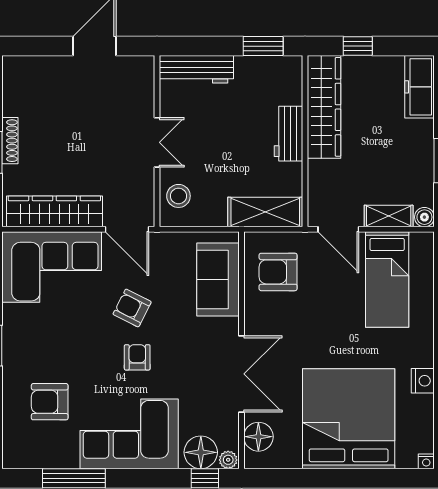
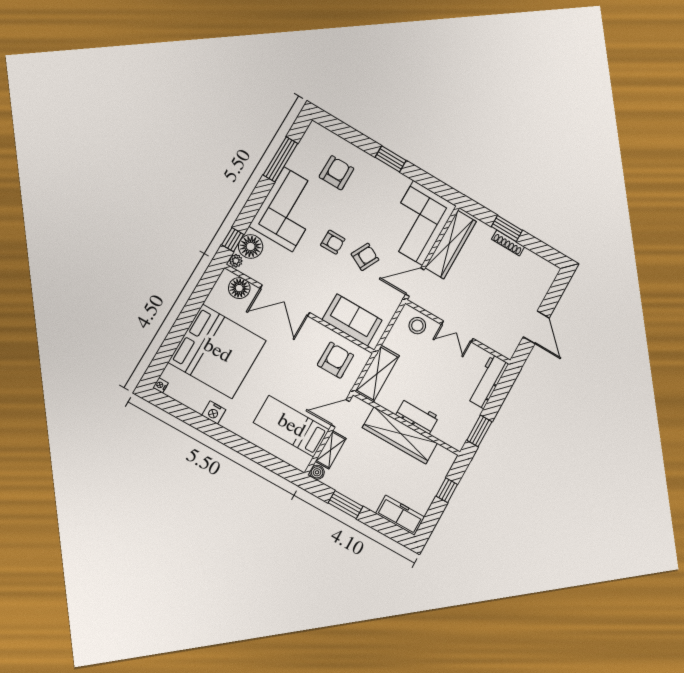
wardrobe: (324, 107) -> (400, 435), moved

